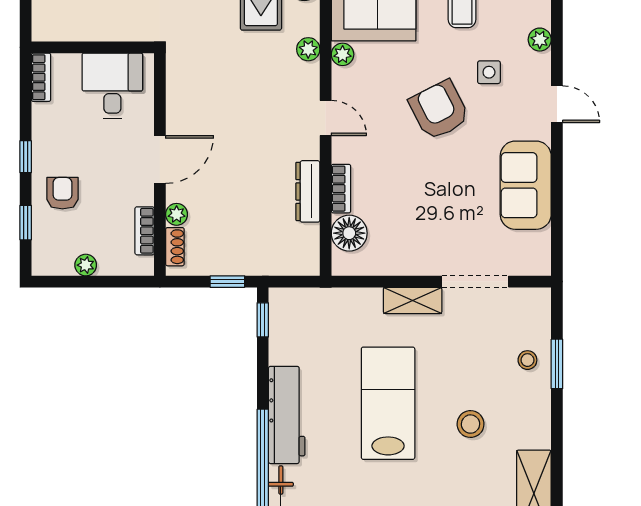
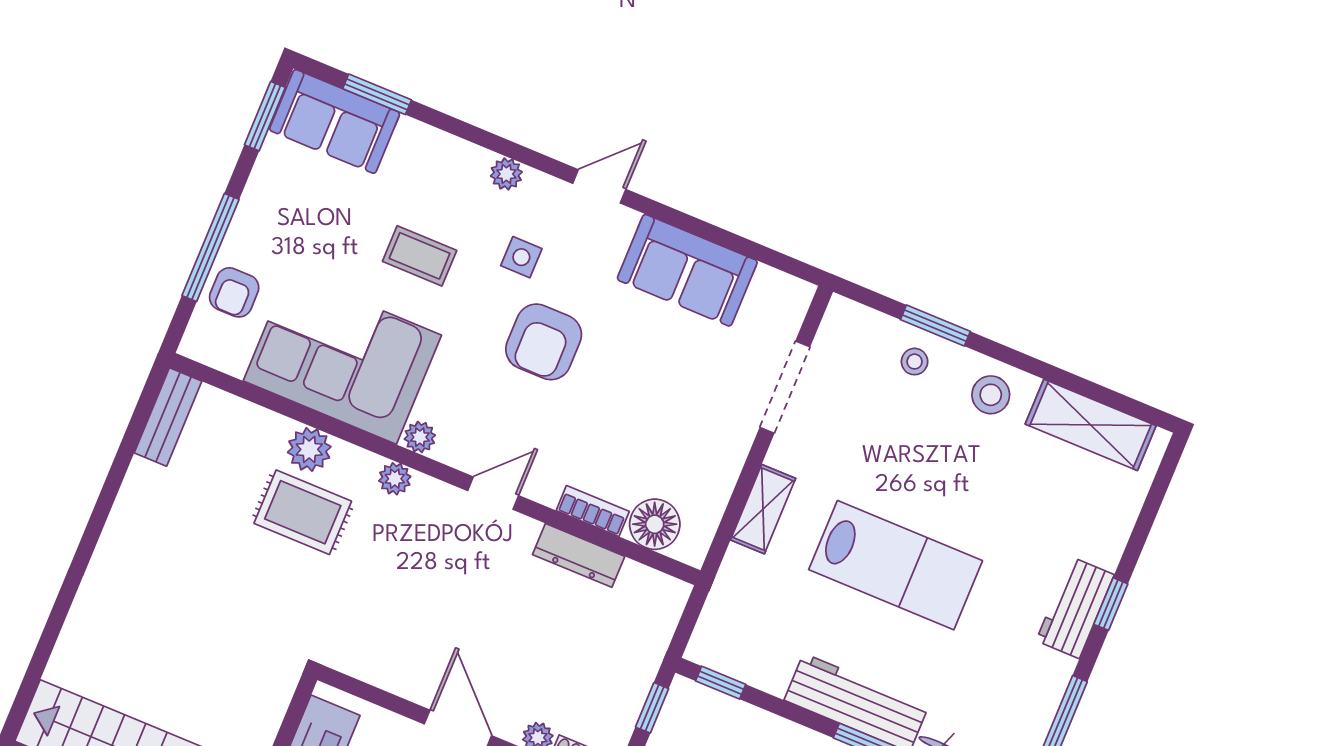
armchair: (439, 110) -> (544, 342), turned -63
shelving: (413, 300) -> (763, 509), moved
lab bench: (388, 403) -> (896, 565), turned 180
stool: (471, 424) -> (991, 395), moved

